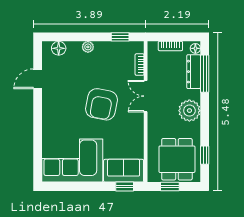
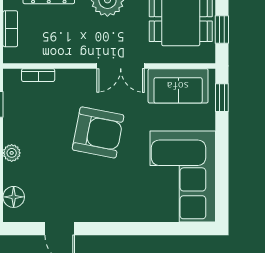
double door: (146, 96) -> (121, 66), moved
sofa: (124, 171) -> (178, 86), moved, turned -90

